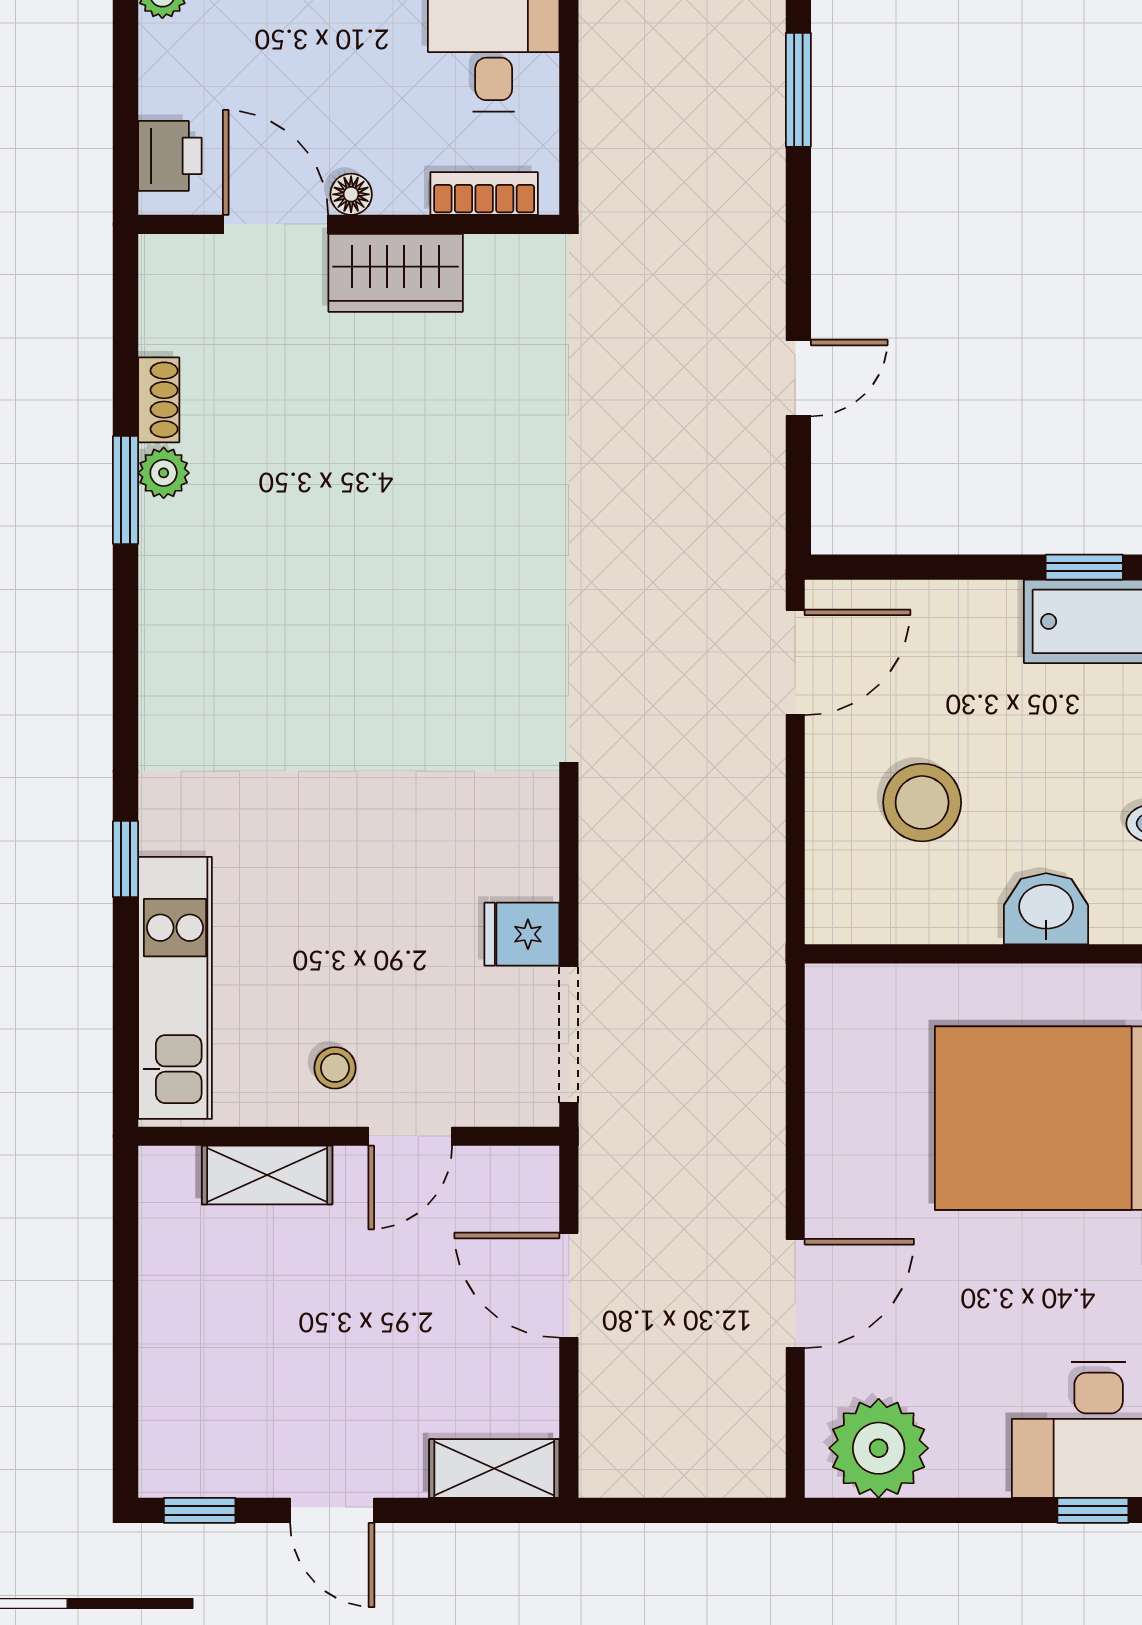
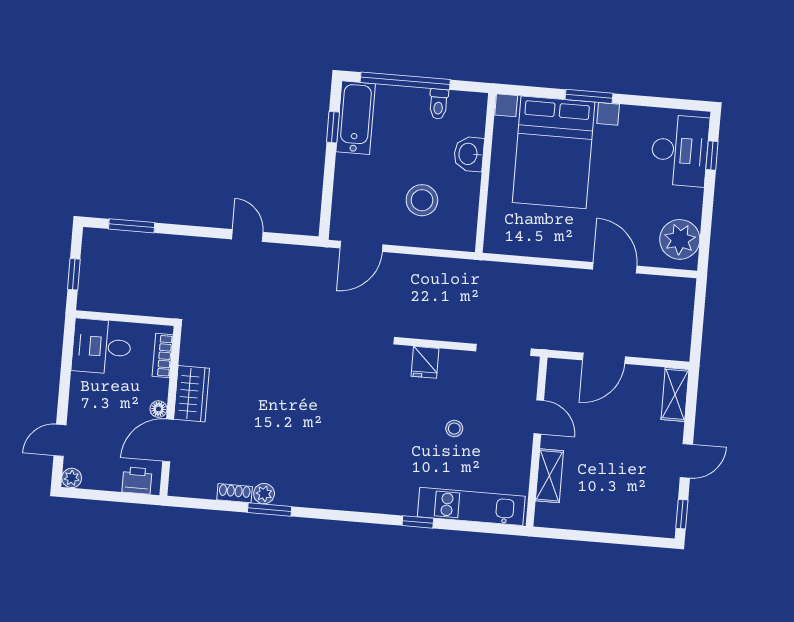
door: (795, 662) -> (361, 246), swing flipped
fridge: (522, 934) -> (425, 362), moved
stool: (335, 1068) -> (454, 429), moved

